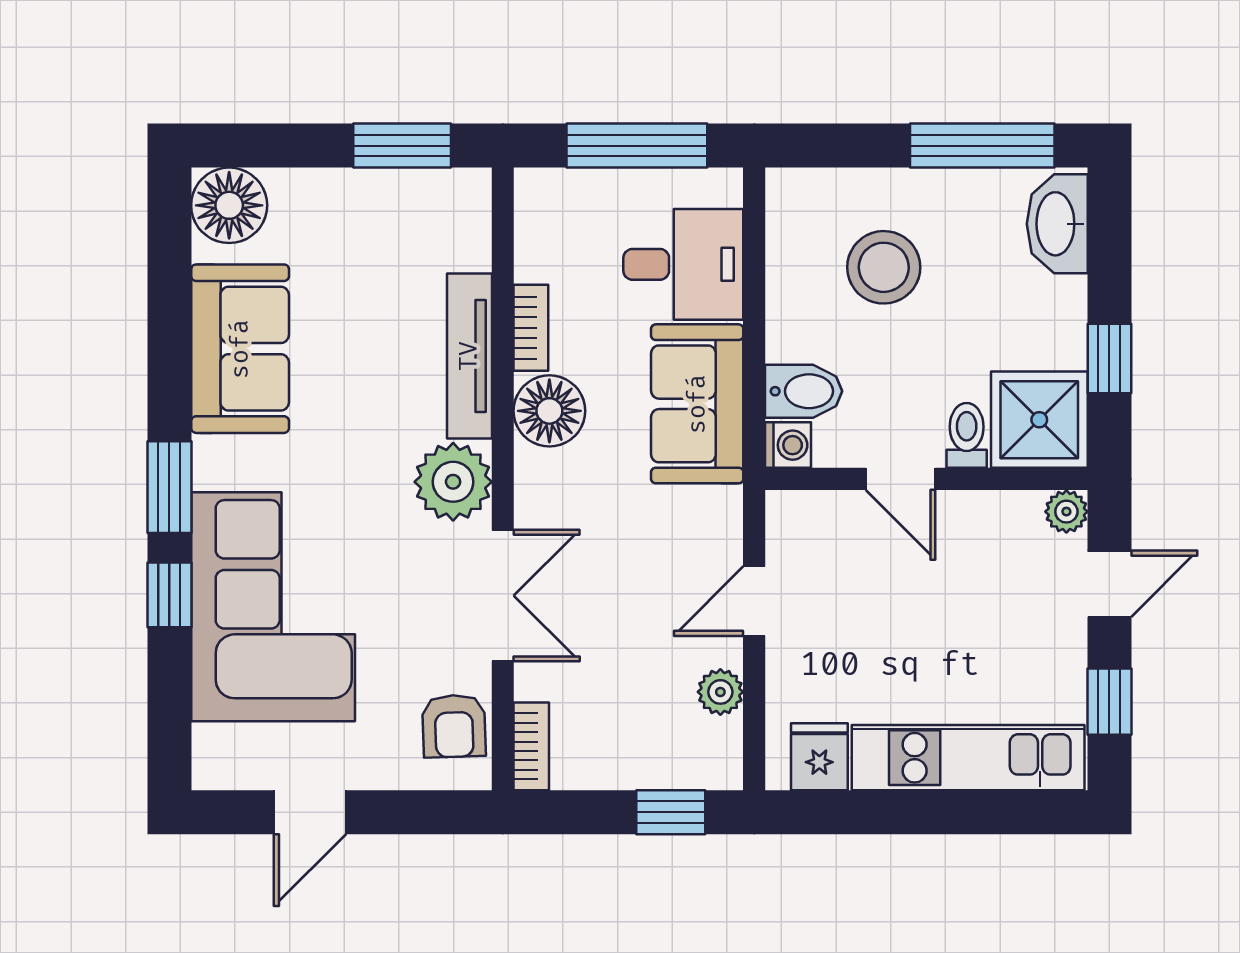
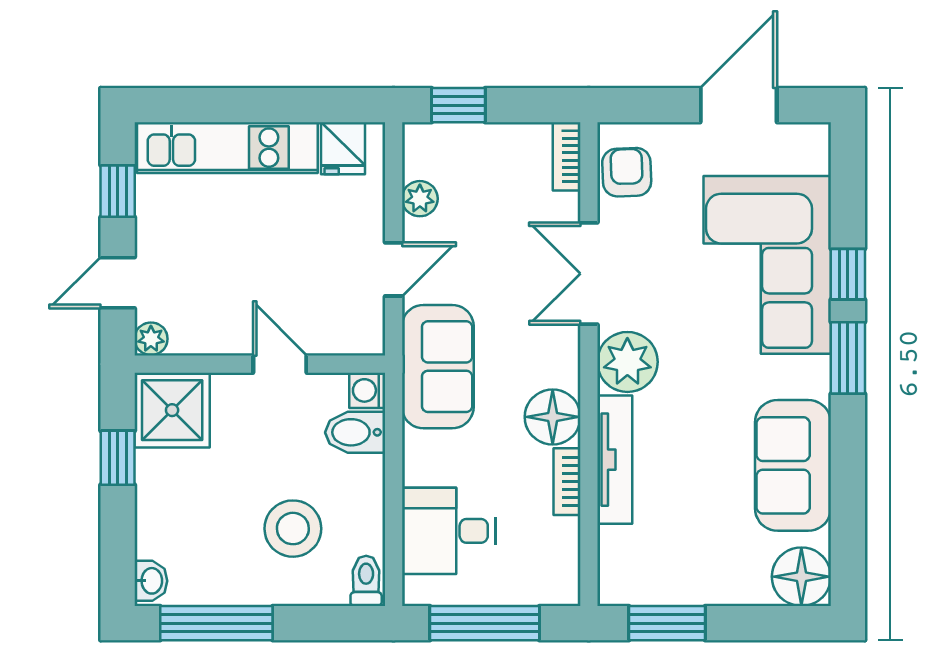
washbasin: (1057, 224) -> (151, 581), width x0.52, depth x0.69
sofa: (697, 404) -> (438, 367), moved
toilet: (967, 435) -> (366, 581), moved, turned 180
door: (310, 812) -> (739, 105), width x1.38

